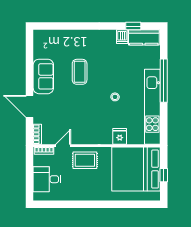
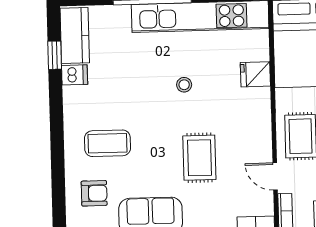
armchair: (57, 46) -> (94, 193), added
coffee table: (80, 72) -> (107, 143), moved
rug: (75, 104) -> (199, 158), added

